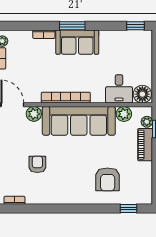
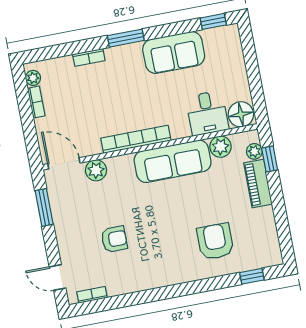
sofa: (77, 42) -> (174, 53), moved
sofa: (79, 121) -> (173, 161), width x0.74, depth x0.79
armchair: (37, 164) -> (114, 239), turned 90
armchair: (108, 179) -> (215, 241), turned 180

